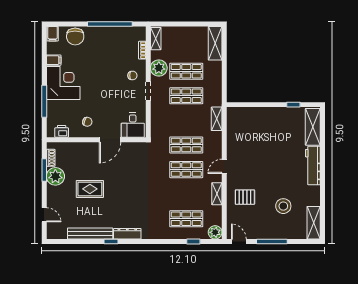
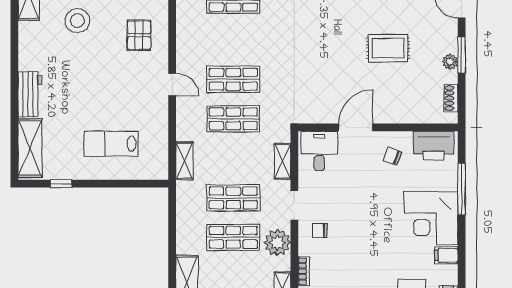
lab bench: (262, 129) -> (111, 144), added
printer: (62, 131) -> (434, 145), width x1.87, depth x1.48
door: (224, 166) -> (172, 85), hinge flipped
workbench: (313, 166) -> (30, 94), width x0.73
window: (44, 170) -> (462, 55), moved
plant: (55, 176) -> (450, 62), width x0.53, depth x0.53
shelving: (217, 194) -> (283, 161), moved
pallet: (245, 197) -> (139, 35), turned 90

